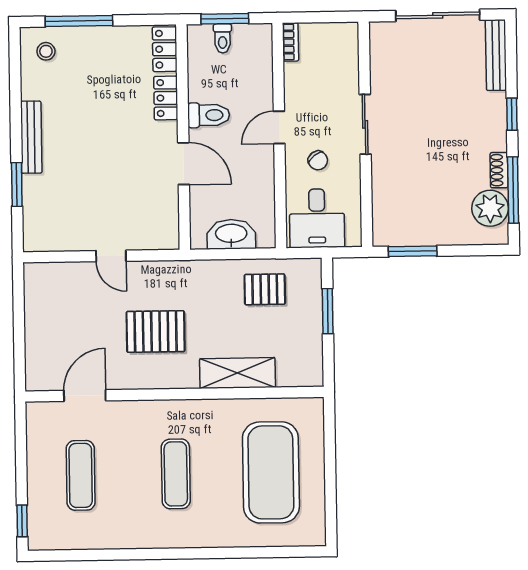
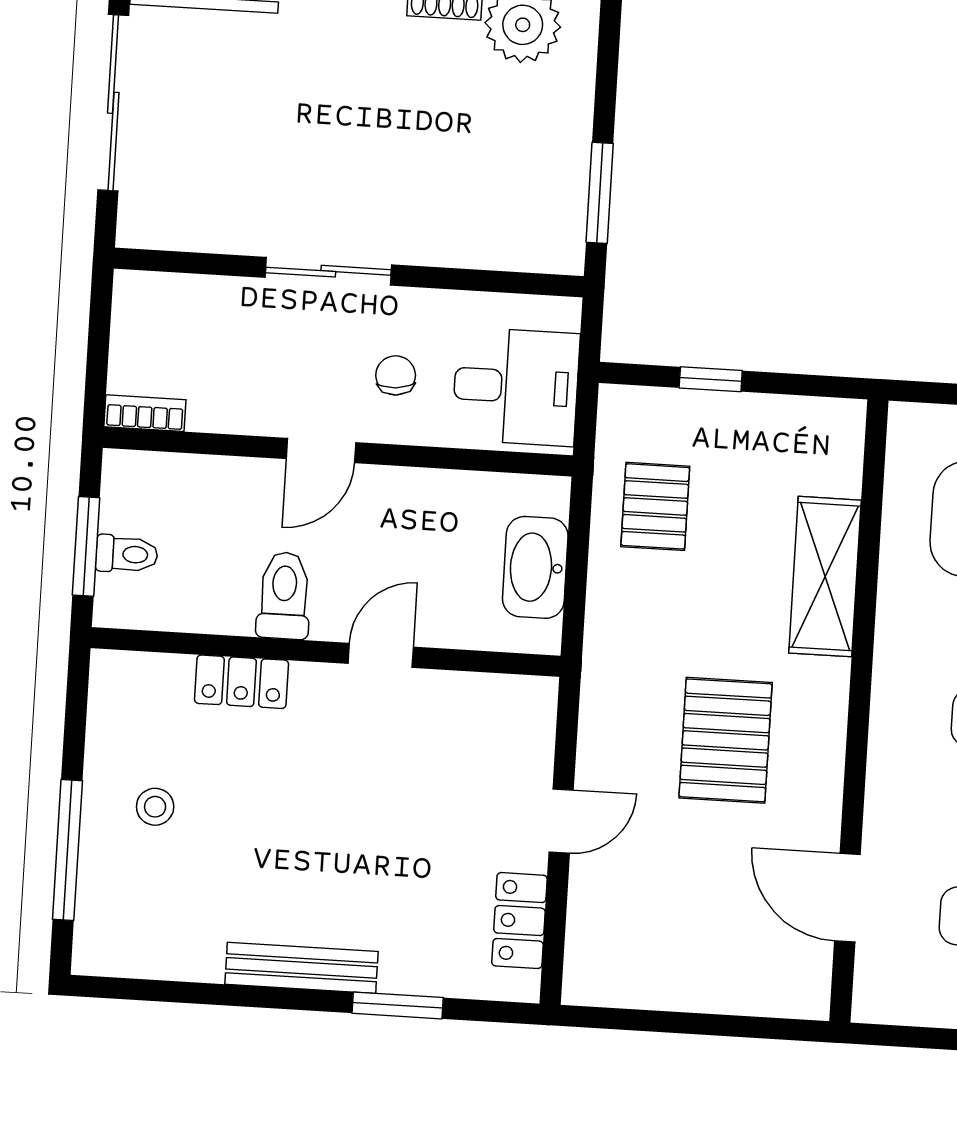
locker: (165, 49) -> (519, 921), moved, turned 90
stool: (46, 51) -> (155, 807), moved
door: (279, 127) -> (321, 451), hinge flipped
chair: (318, 160) -> (396, 375), turned -58
door: (184, 164) -> (381, 655), width x0.73
window: (328, 311) -> (711, 379), width x0.67

